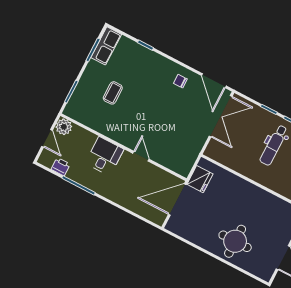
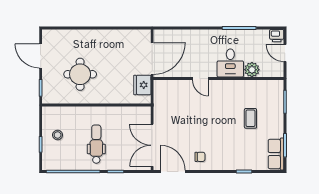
plant: (64, 127) -> (252, 70), moved
printer: (61, 167) -> (277, 36), moved
round table: (235, 241) -> (80, 74), moved

